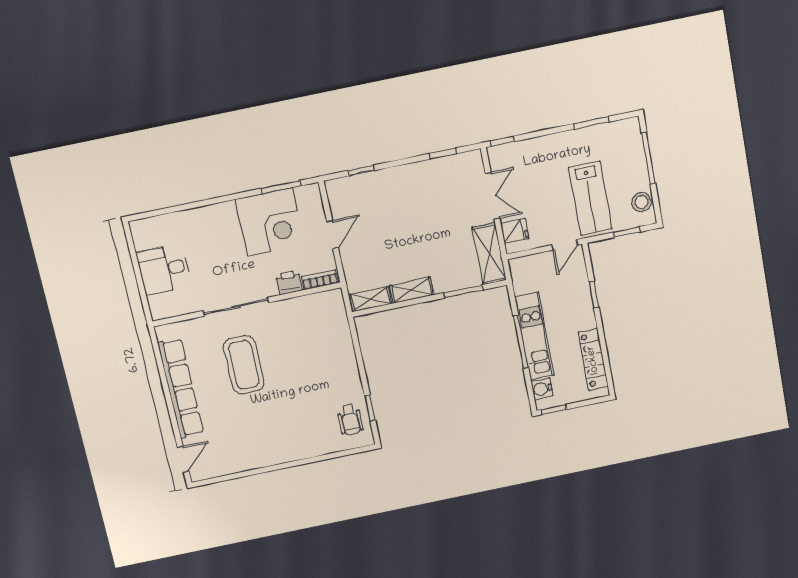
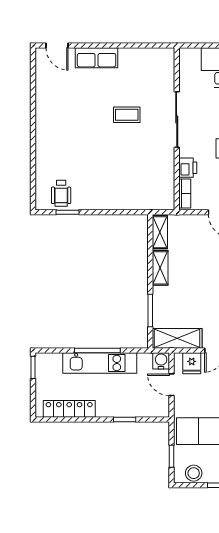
door: (565, 245) -> (171, 385), moved
coffee table: (244, 365) -> (127, 115), width x0.54, depth x0.58
row of seats: (181, 388) -> (97, 58), width x0.50
water cooler: (542, 389) -> (161, 361), moved
wheelchair: (350, 420) -> (61, 193), turned -90

